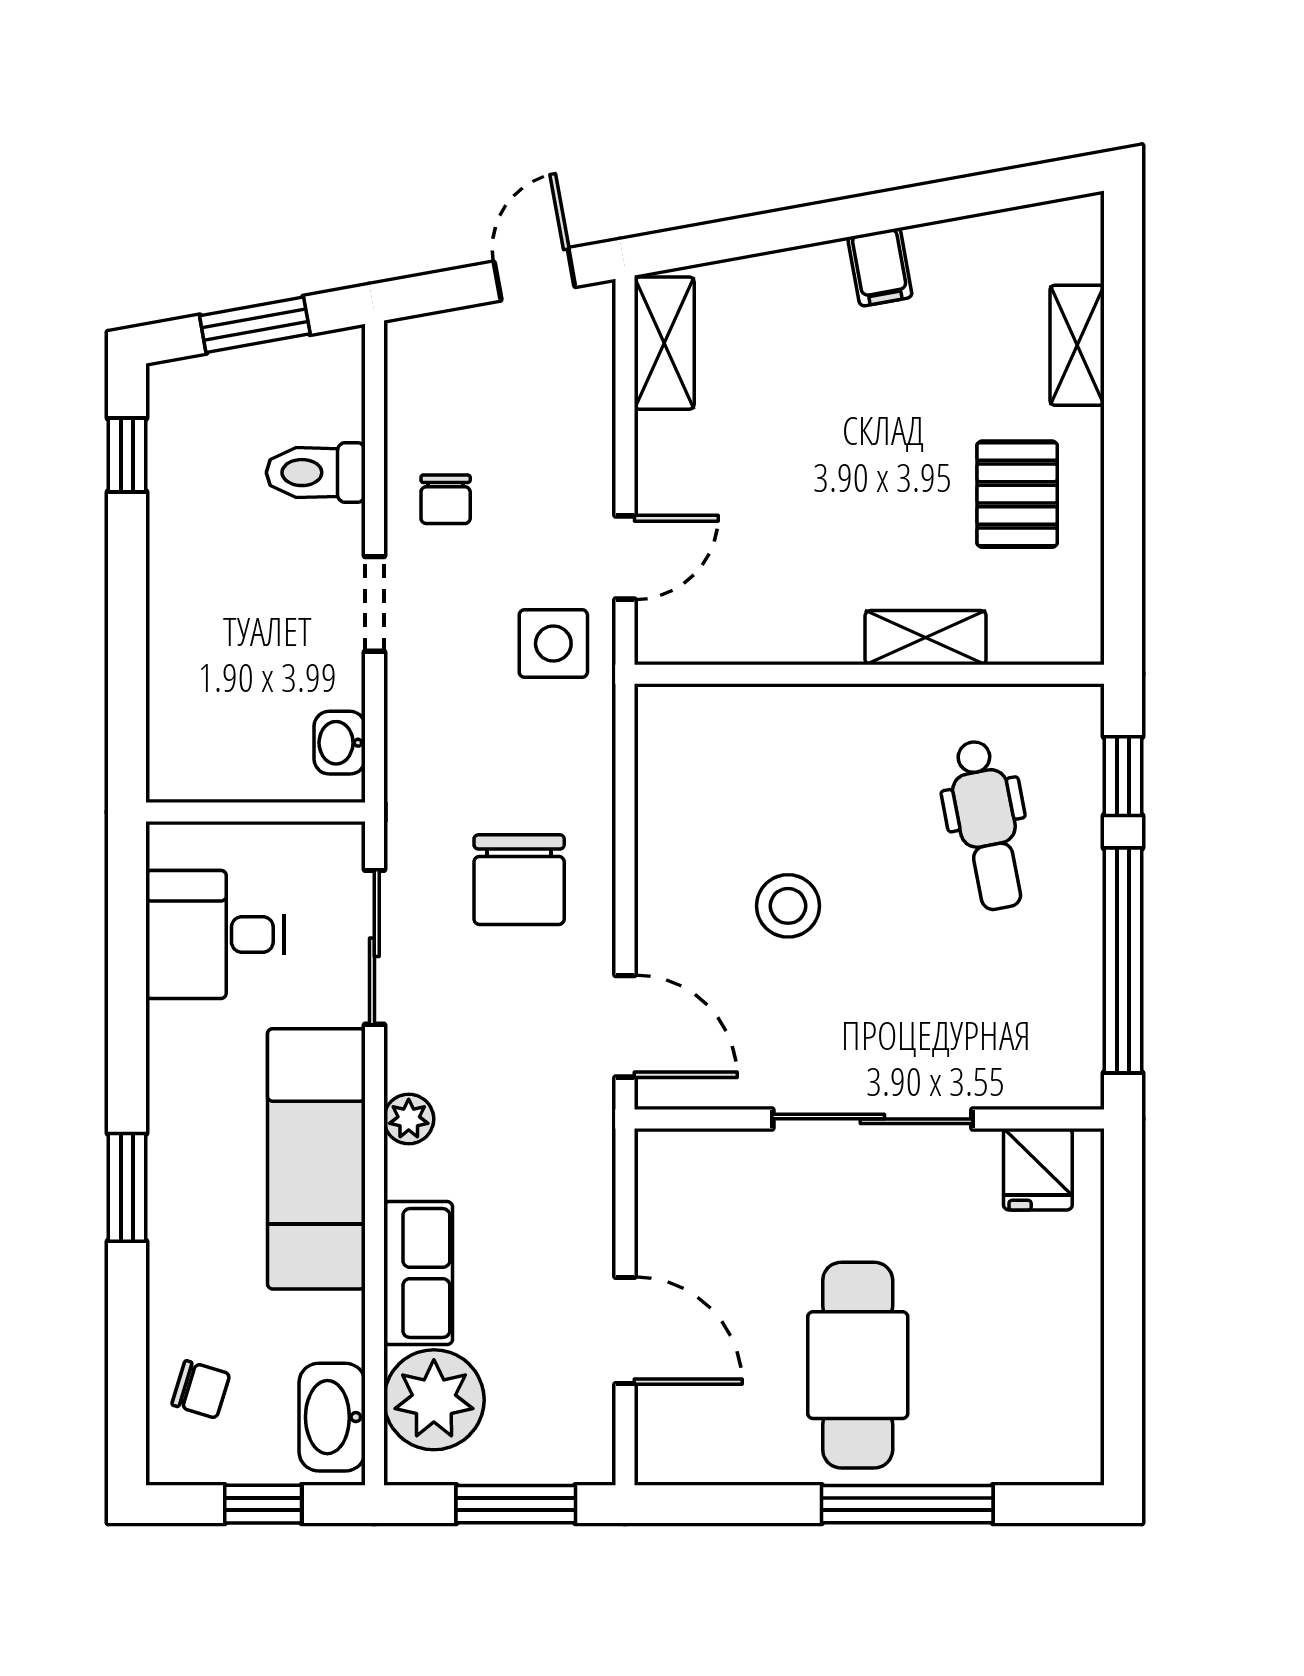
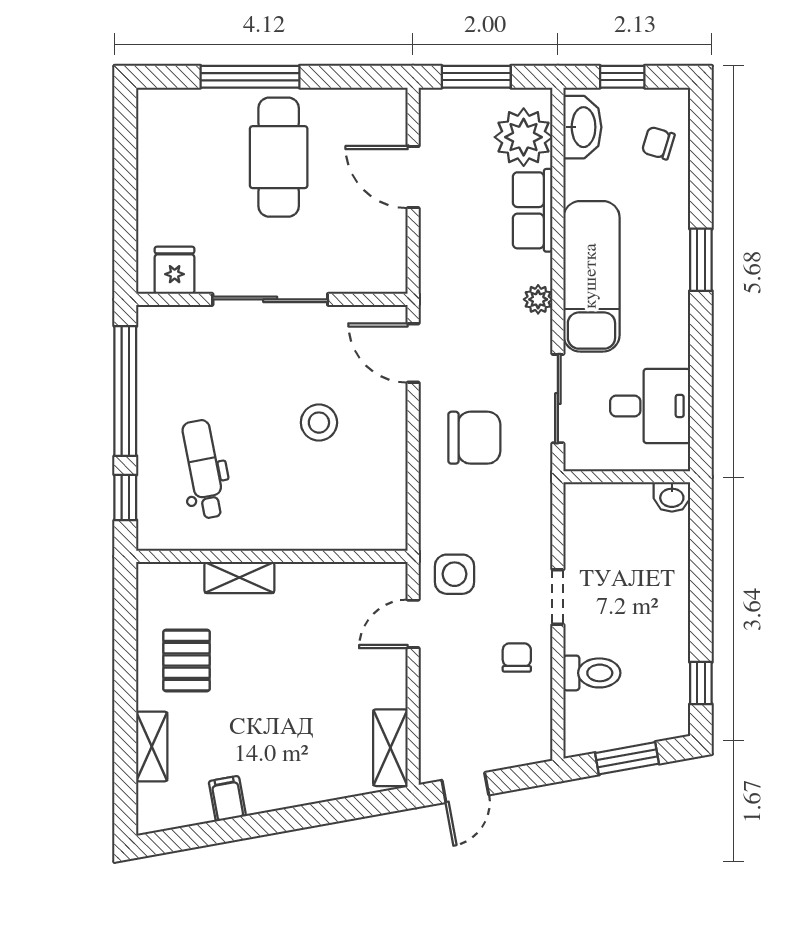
filing cabinet: (880, 267) -> (227, 799), moved
washbasin: (340, 743) -> (672, 497), moved, turned 90
chair: (519, 880) -> (474, 438), turned 90

